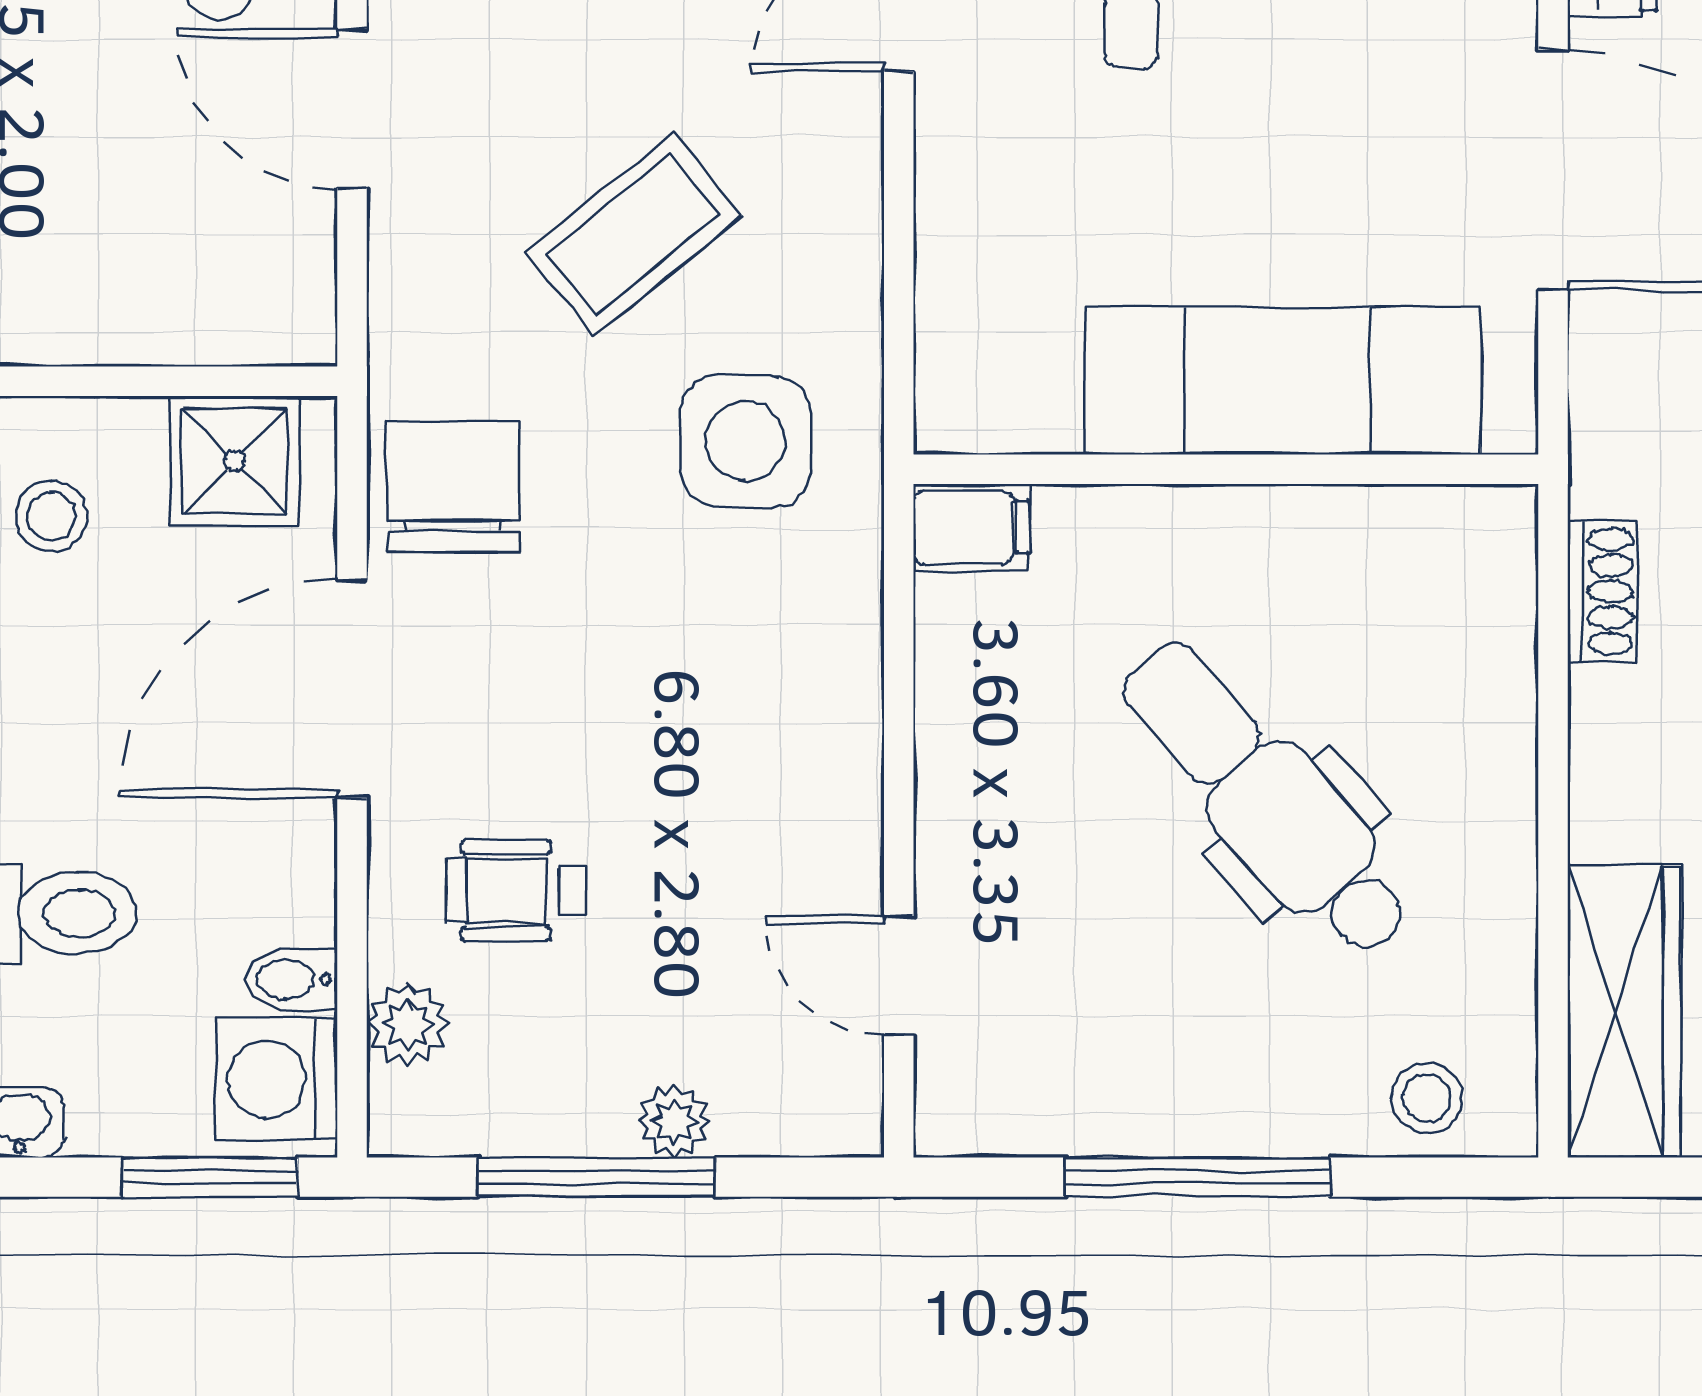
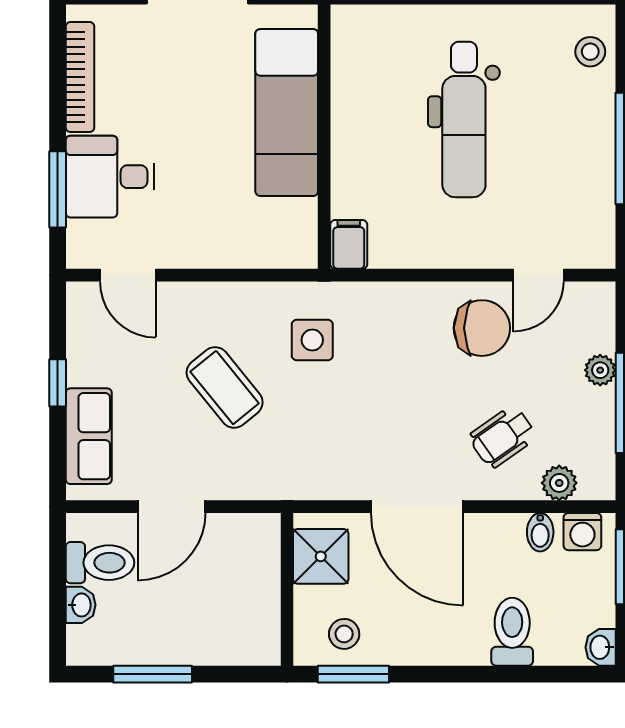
side table: (746, 441) -> (312, 340), width x0.73, depth x0.73
chair: (453, 486) -> (482, 328), moved, turned 180
dental chair: (1267, 799) -> (464, 119), turned -49
wheelchair: (517, 891) -> (503, 437), turned 55
washing machine: (276, 1079) -> (582, 532), width x0.73, depth x0.73

